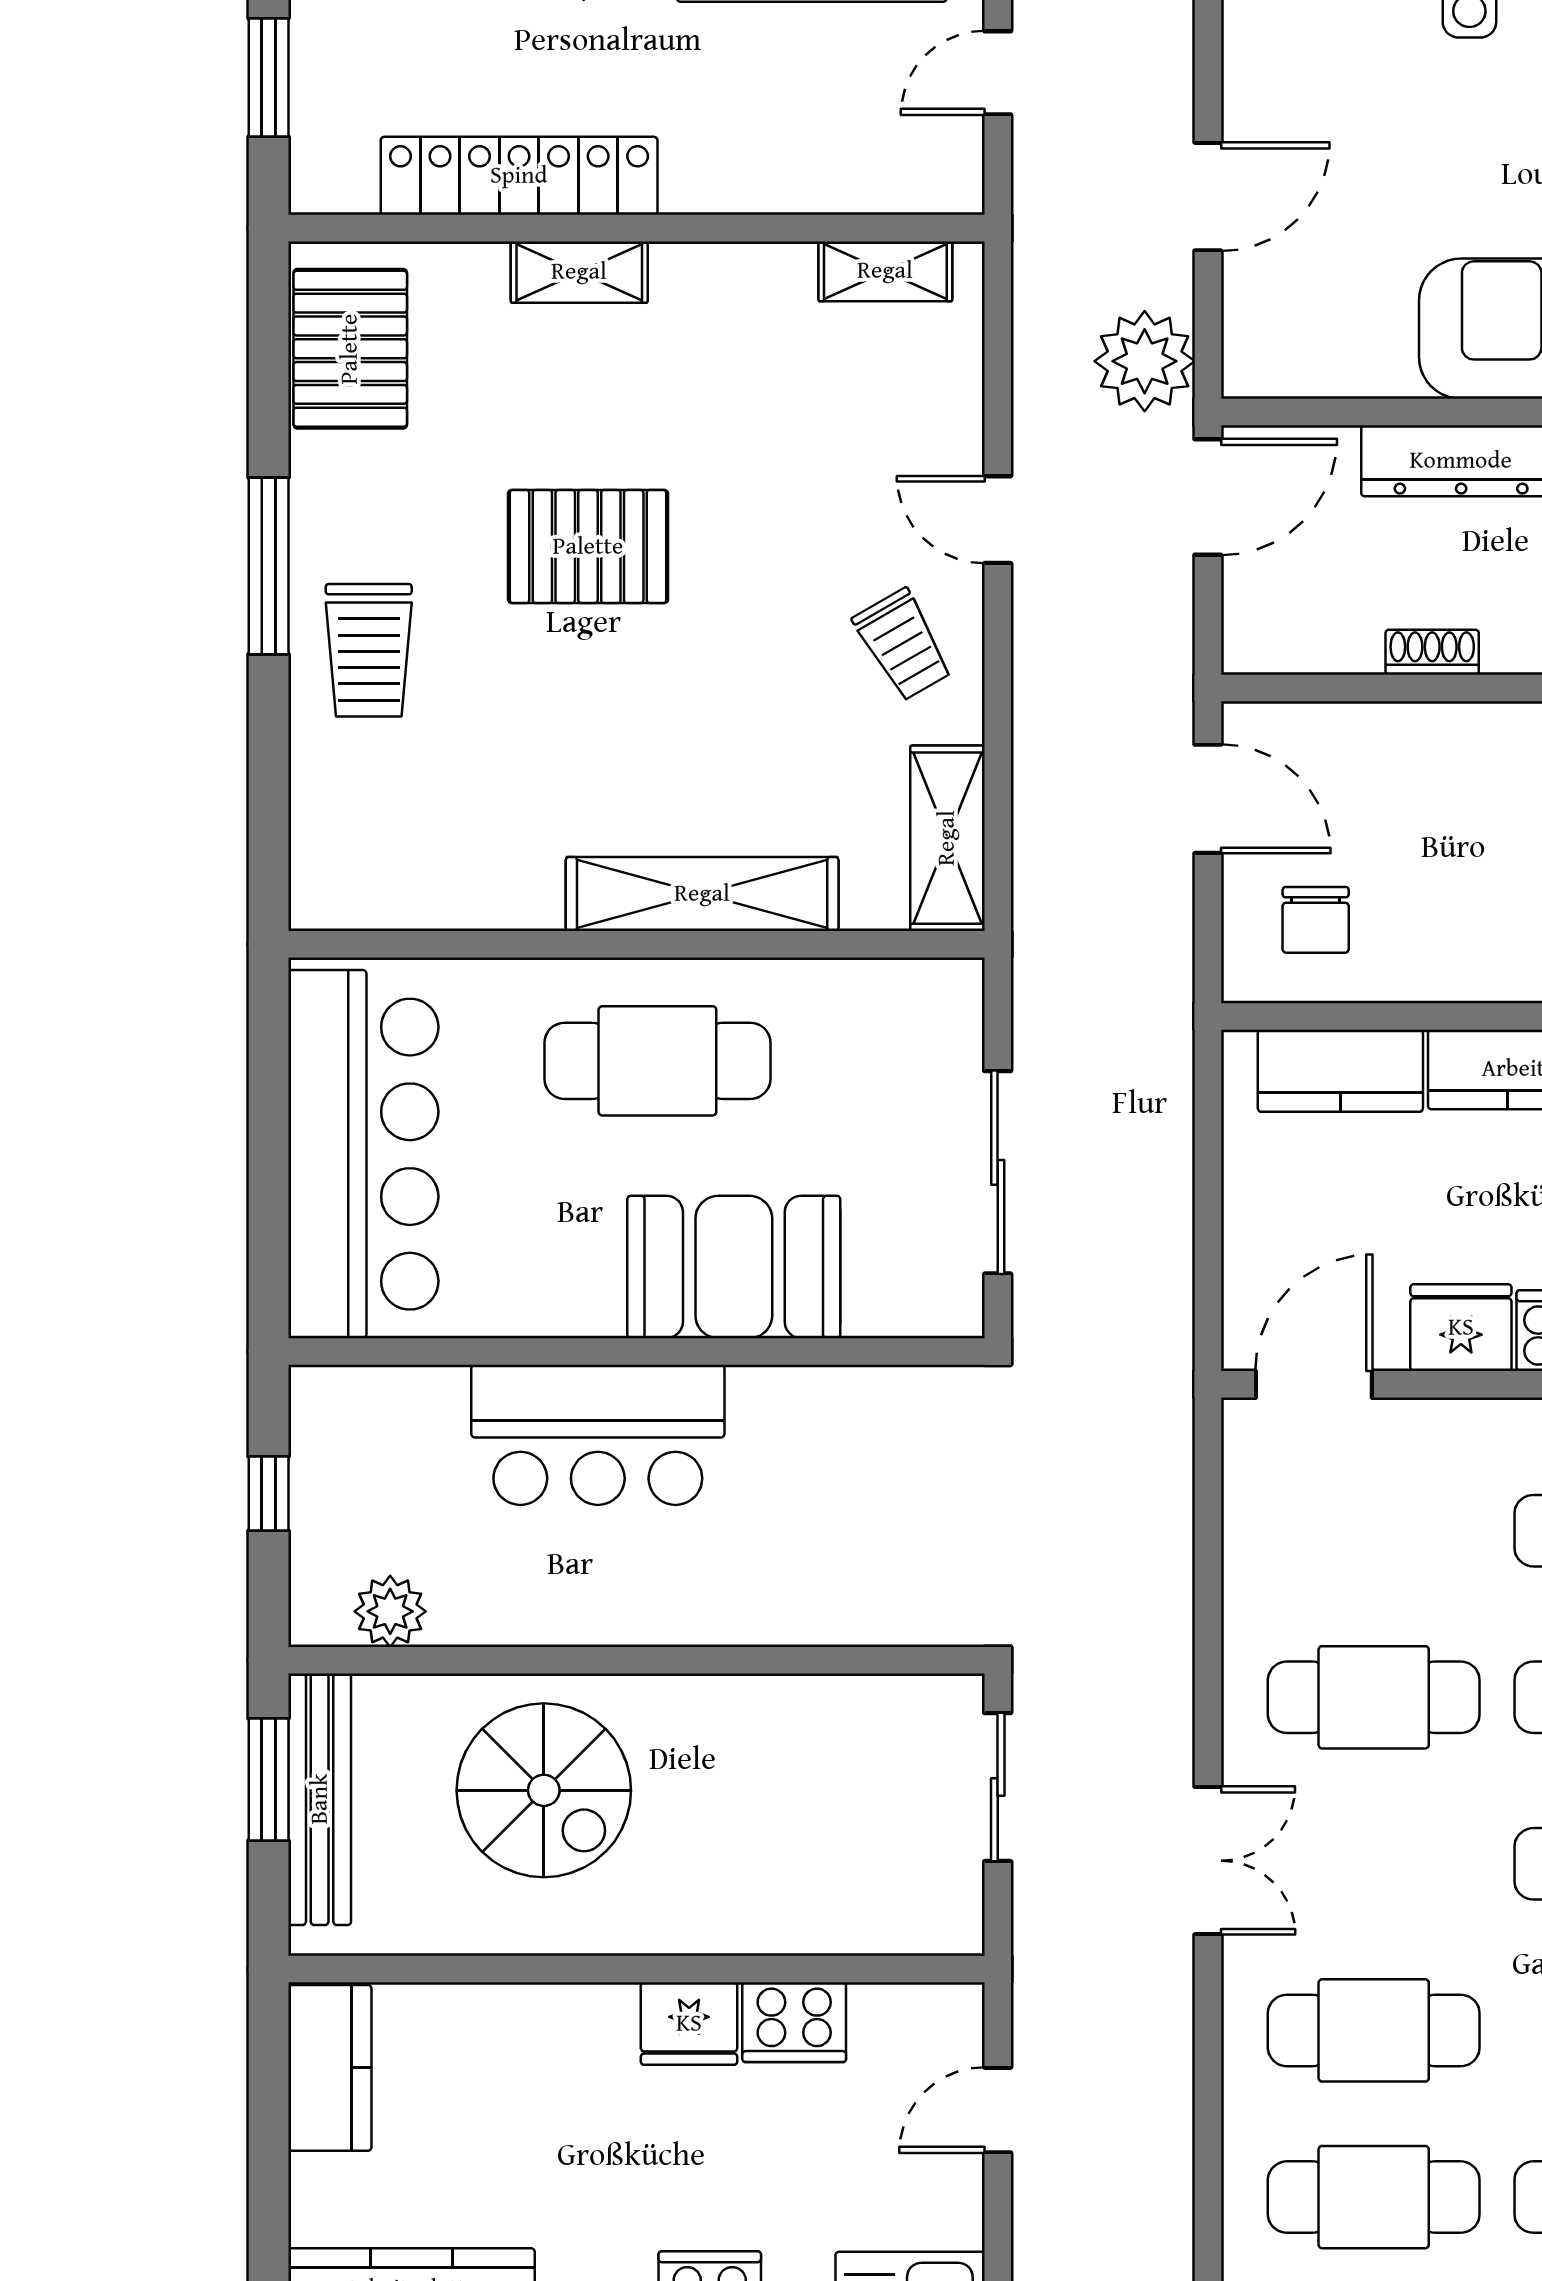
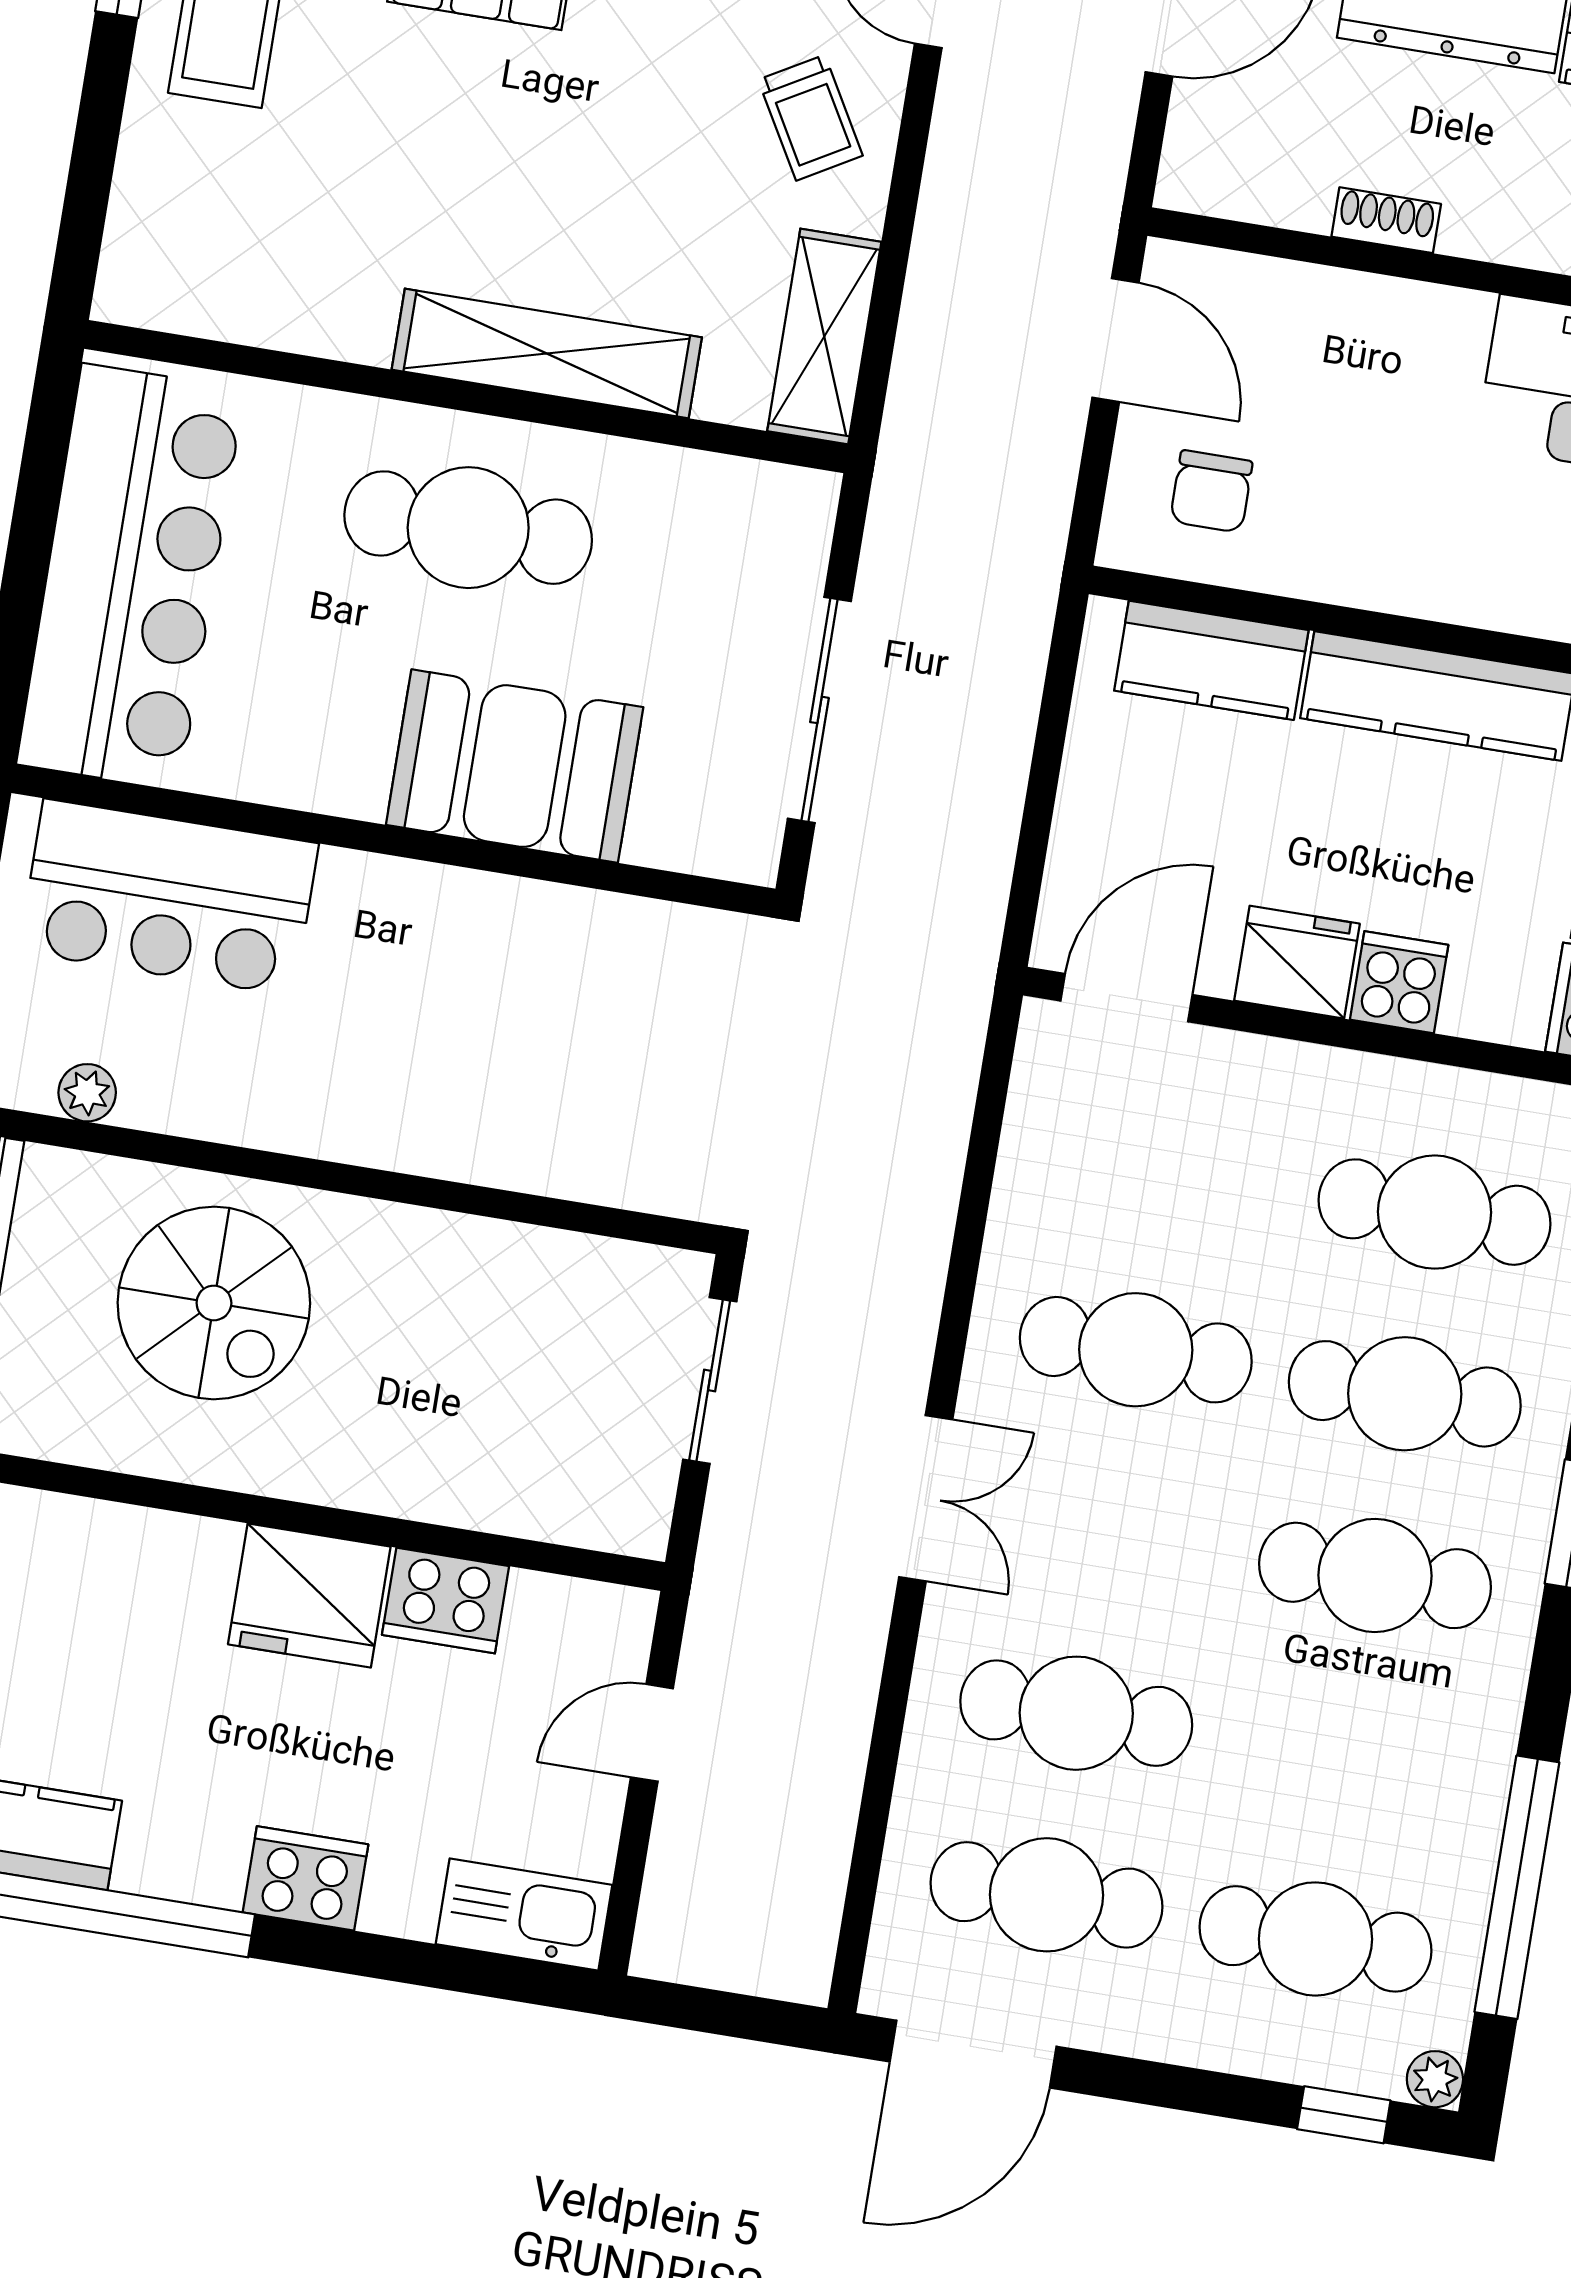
bar counter: (598, 1435) -> (169, 897), moved
plant: (390, 1611) -> (87, 1093), width x0.73, depth x0.73
fridge: (689, 2024) -> (309, 1595), width x1.36, depth x1.34

